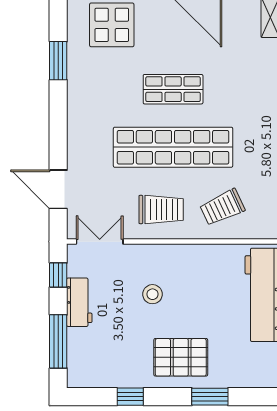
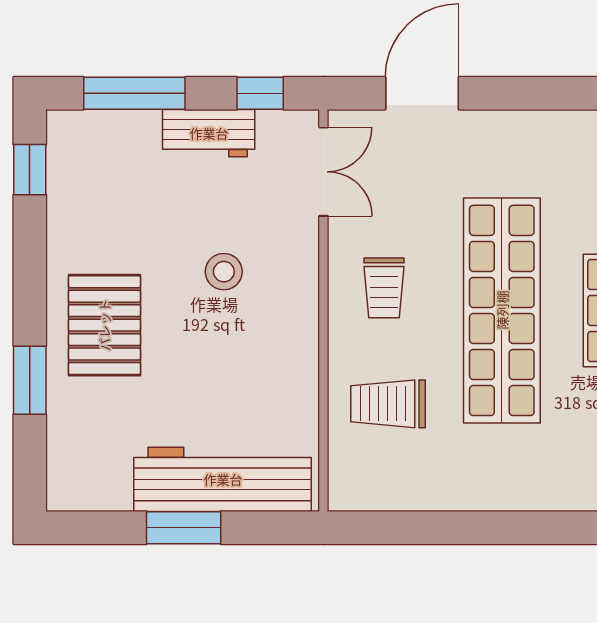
trolley: (222, 207) -> (388, 404), turned -65
trolley: (161, 209) -> (384, 288), width x0.73, depth x0.72
window: (130, 397) -> (30, 170), moved

